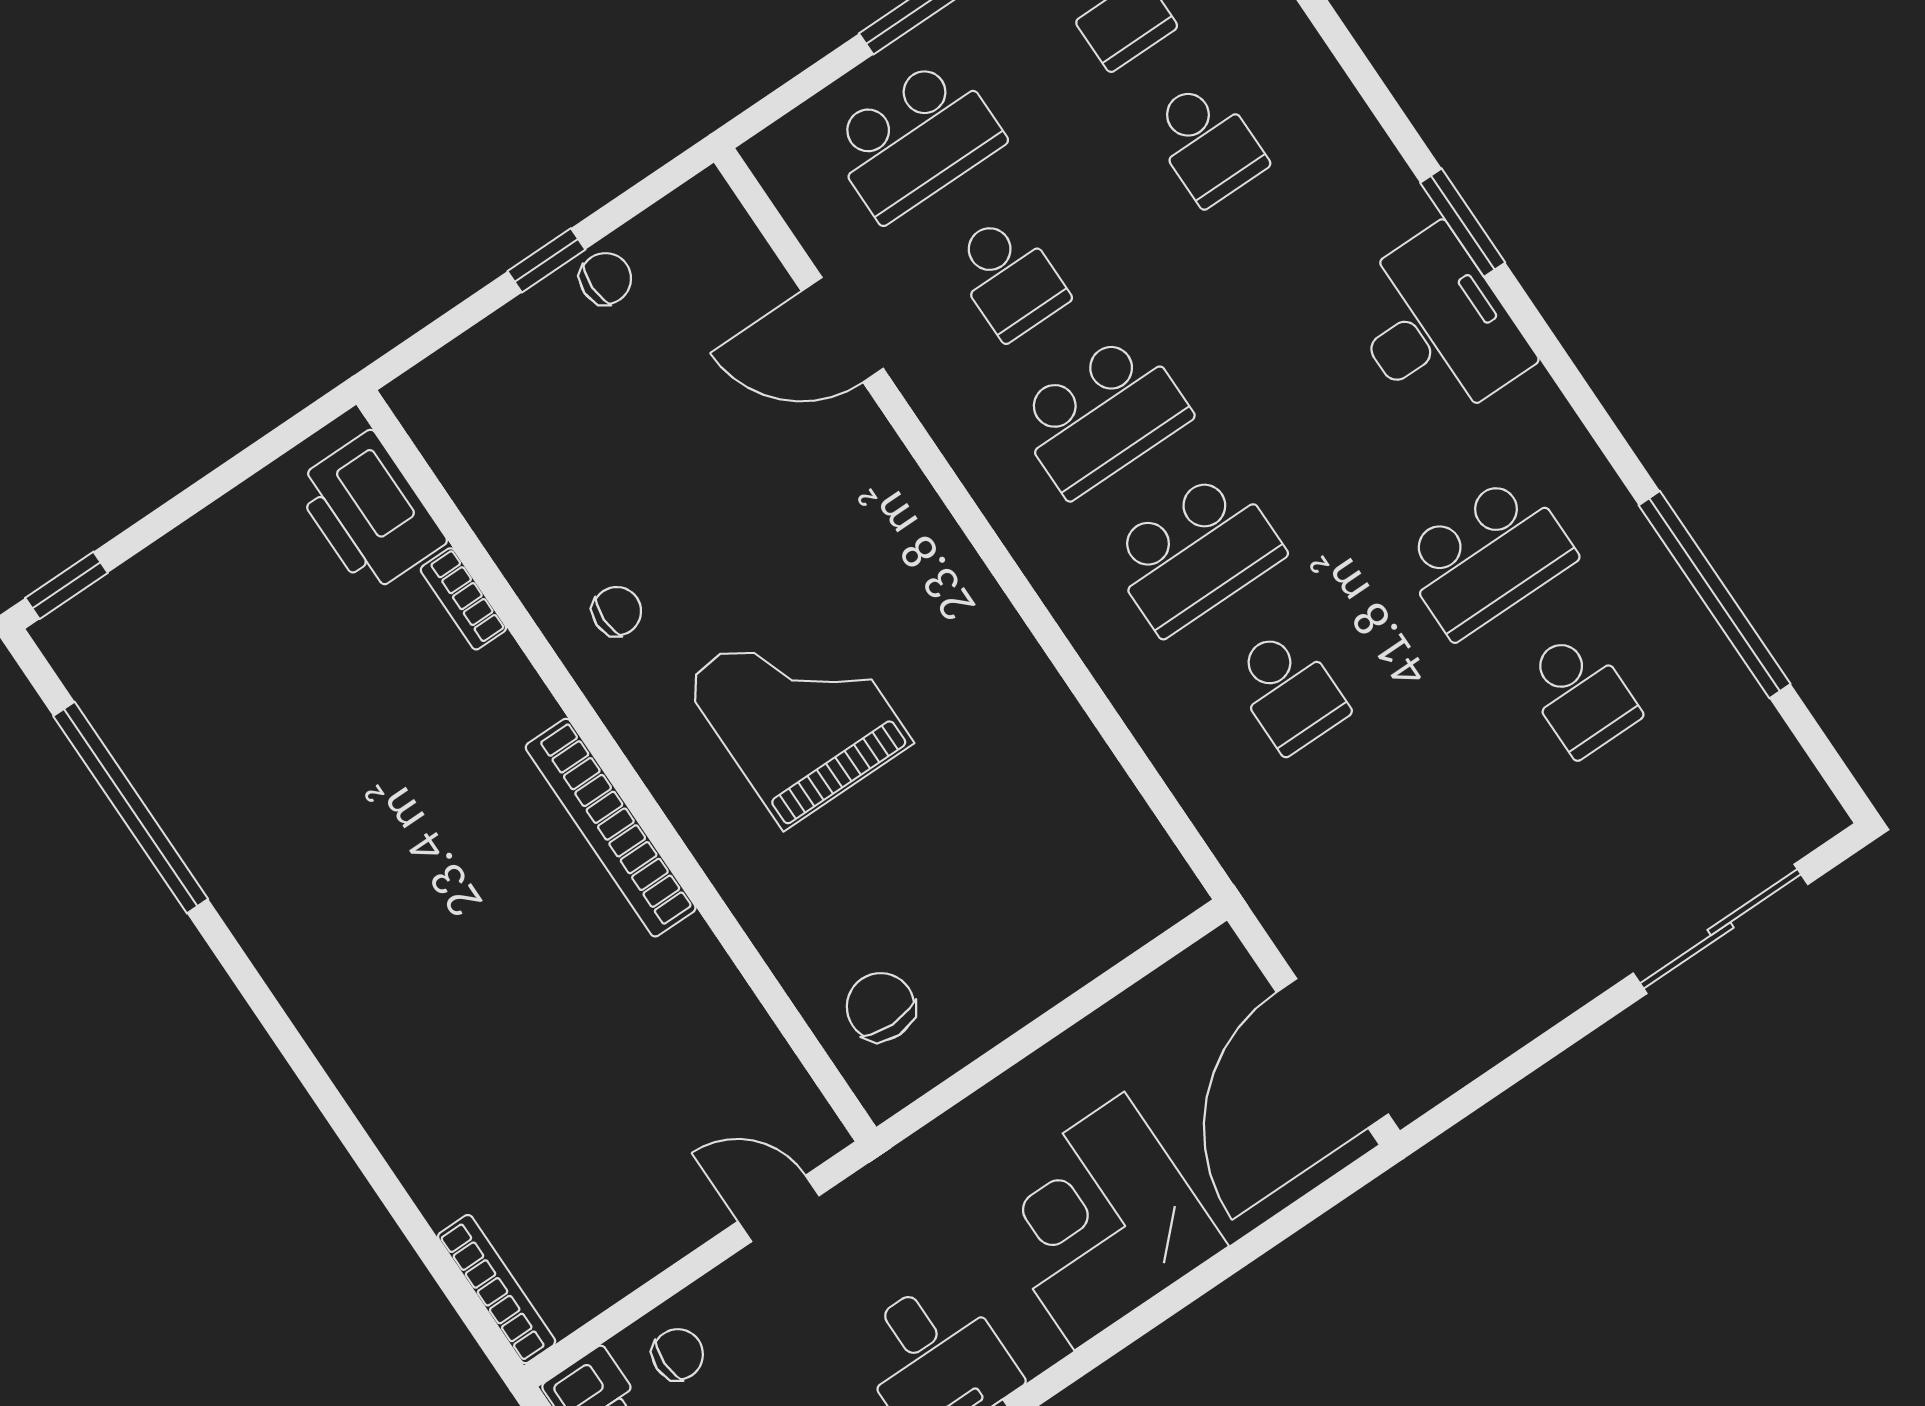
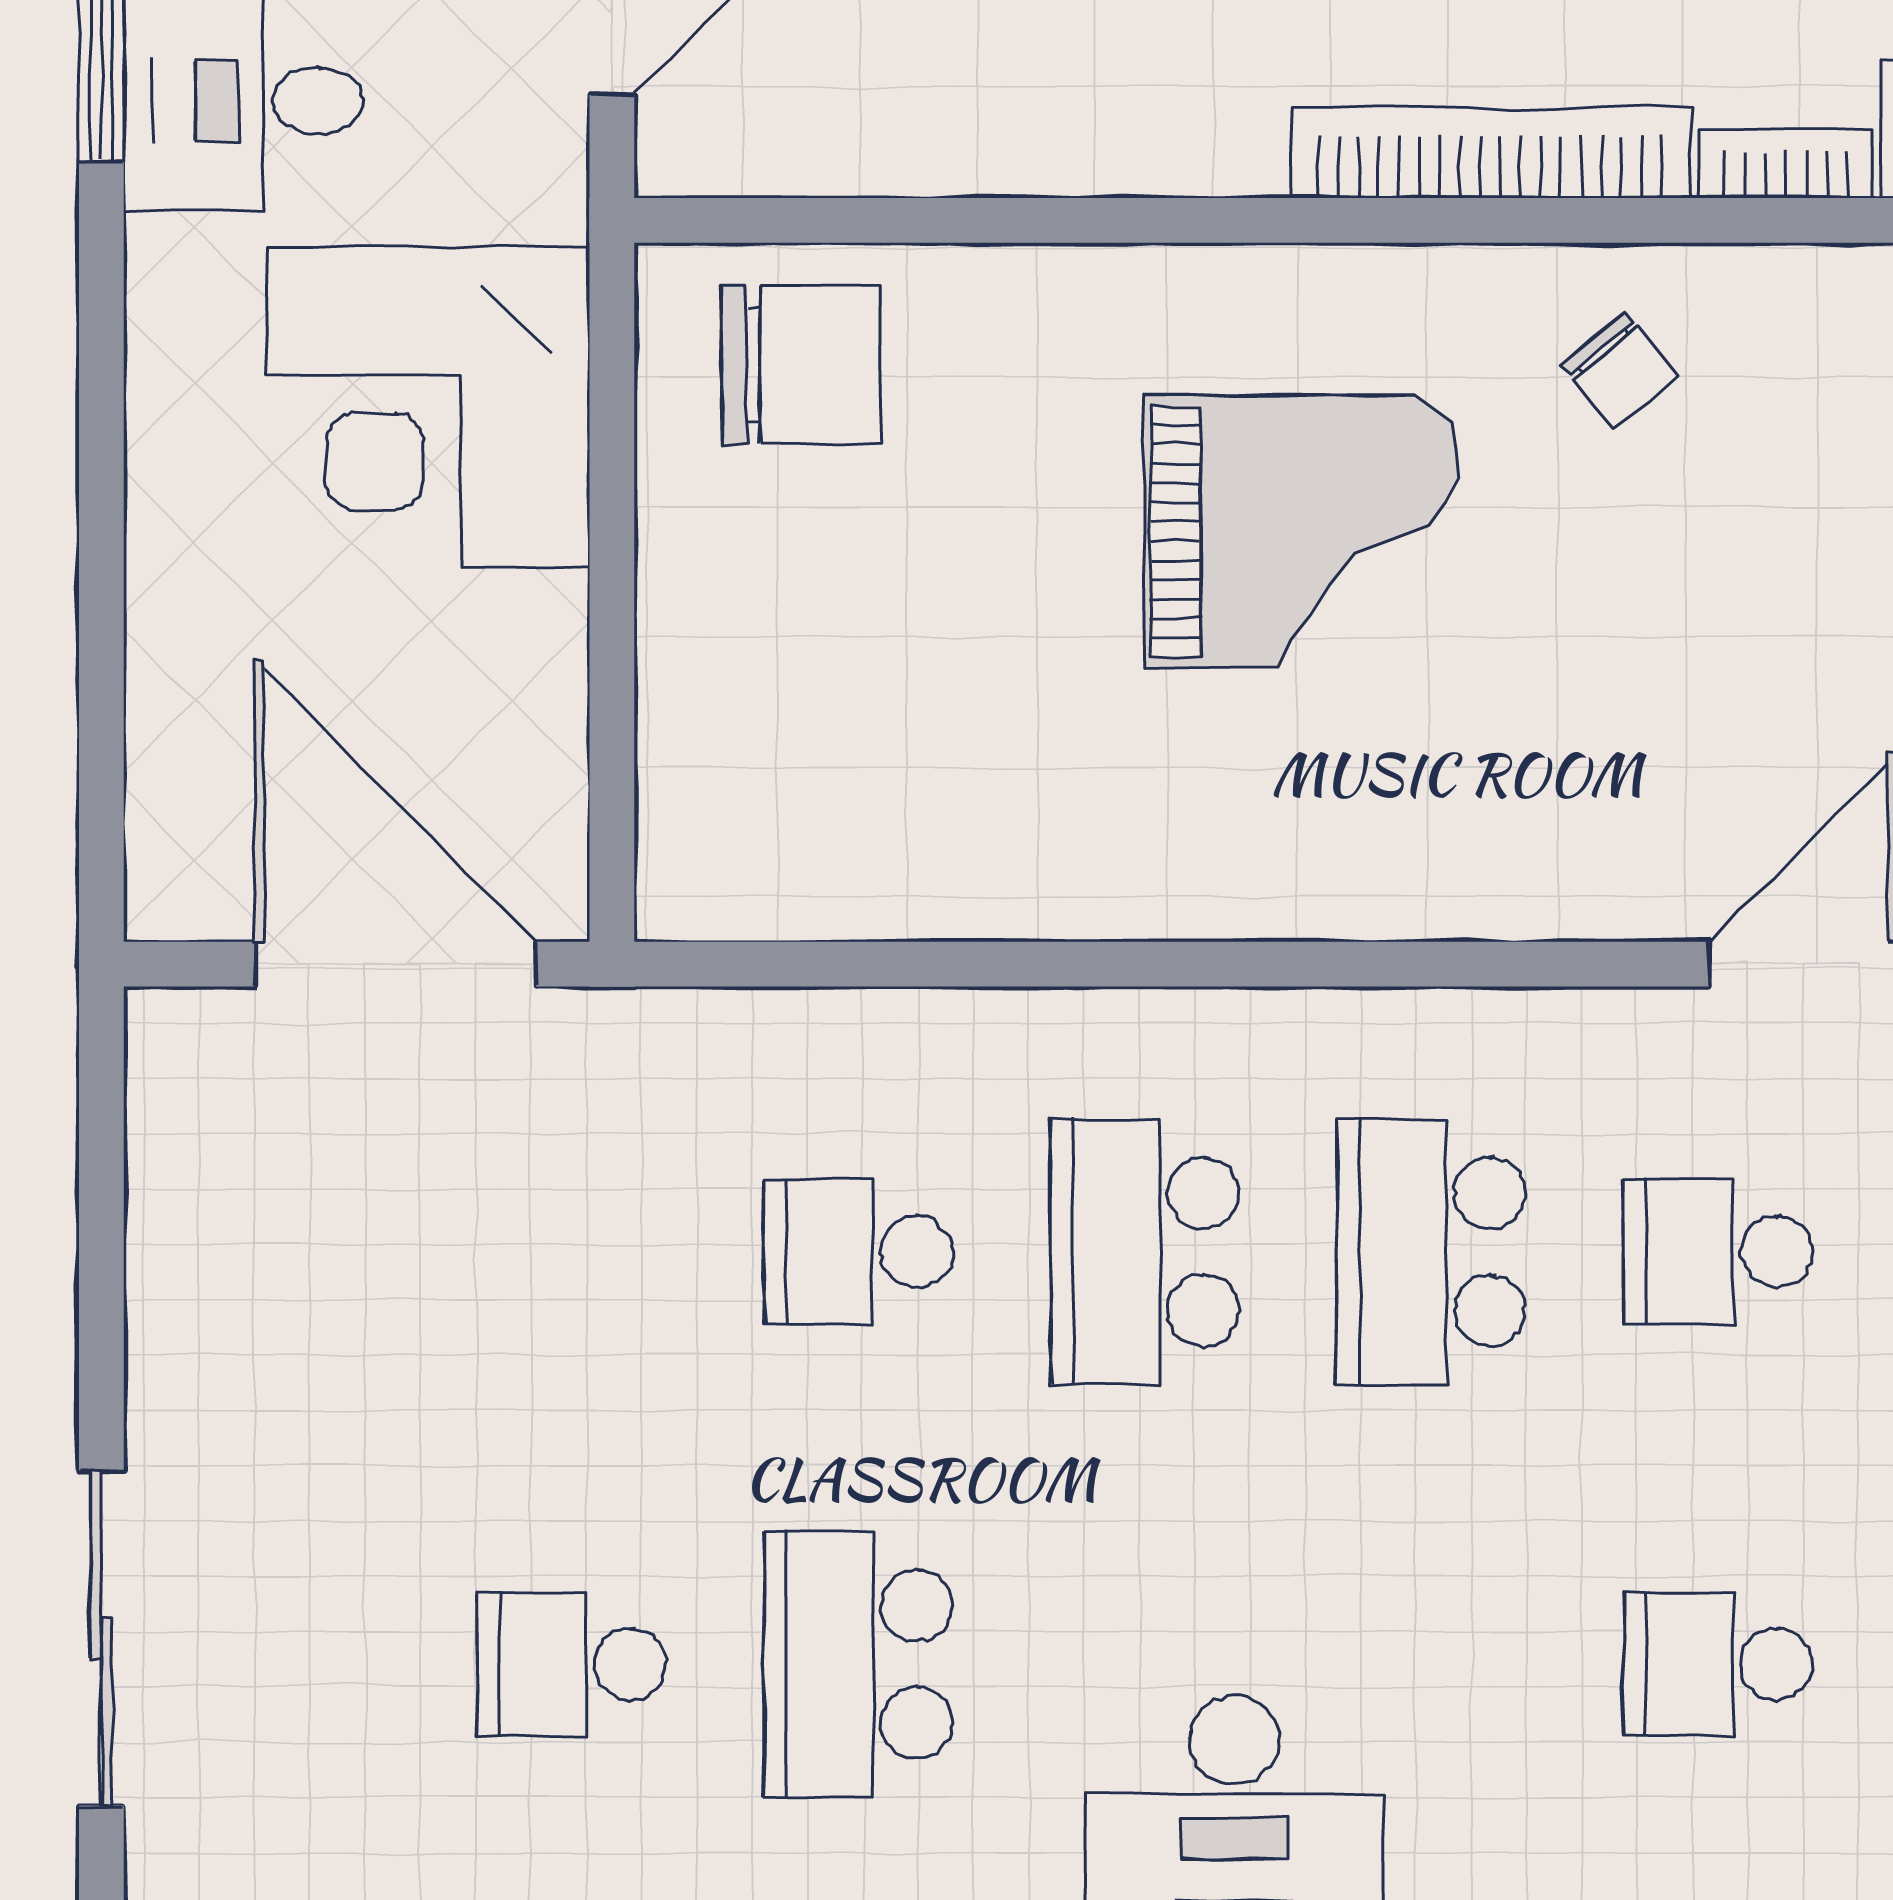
chair: (617, 611) -> (1620, 370), turned -40
bookcase: (611, 828) -> (1490, 153), moved
chair: (881, 1007) -> (801, 365), width x1.37, depth x1.37
door: (1332, 1053) -> (395, 964), moved
corner desk: (1099, 1221) -> (429, 407), moved, turned 180

